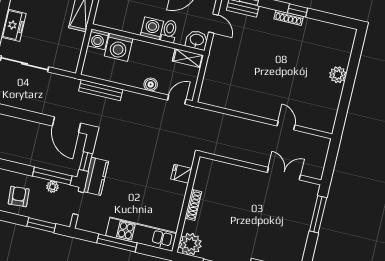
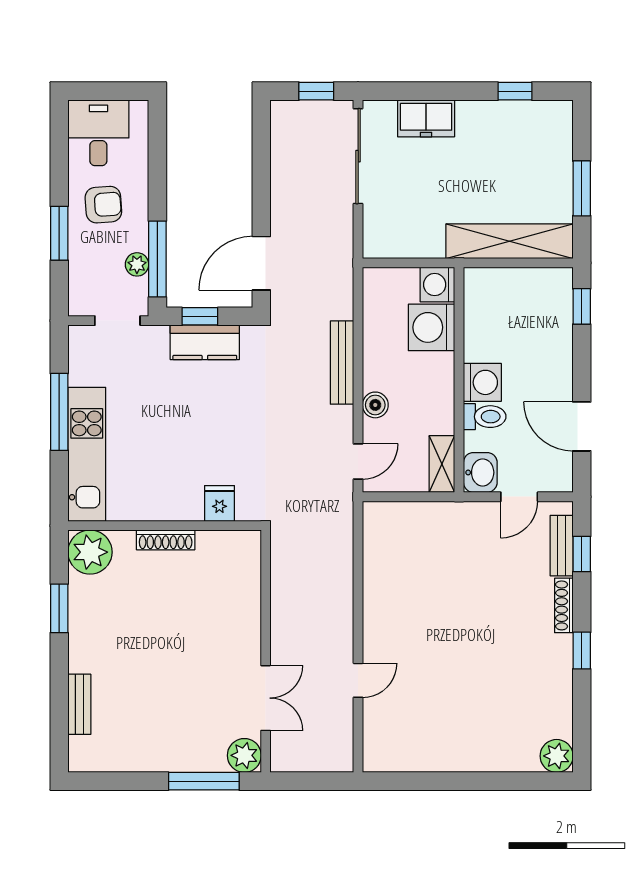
shoe rack: (289, 18) -> (564, 605), moved
plant: (338, 75) -> (557, 756), moved
bench: (101, 90) -> (342, 363), moved
door: (177, 100) -> (358, 461), hinge flipped
kitchen counter: (96, 176) -> (205, 342), moved
plant: (310, 191) -> (244, 755), added
window: (41, 225) -> (59, 233), moved

